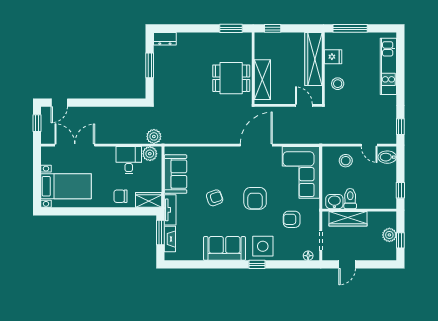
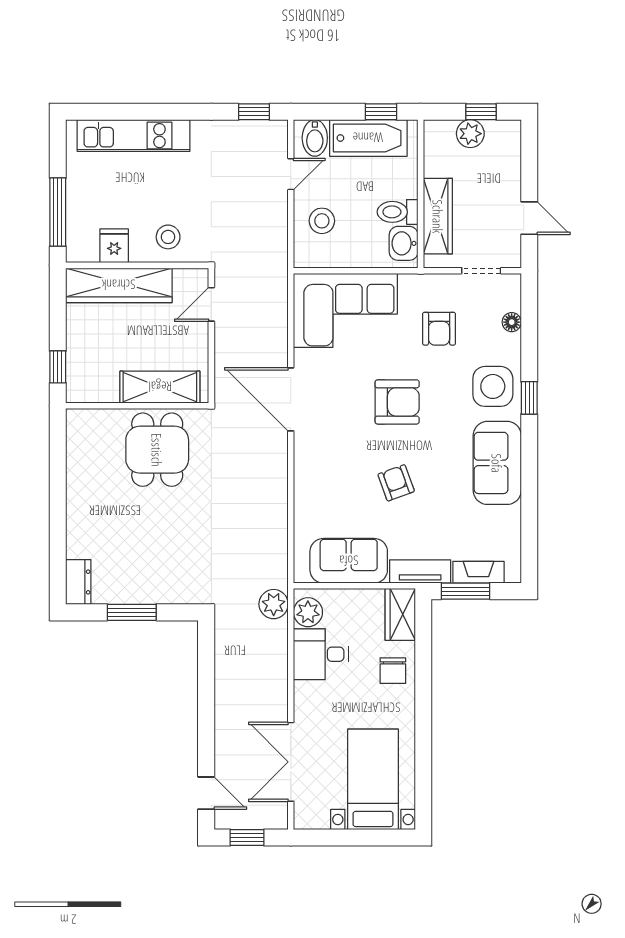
window: (231, 28) -> (58, 450), removed
bathtub: (387, 184) -> (368, 138), added
floor lamp: (308, 256) -> (512, 322), moved

